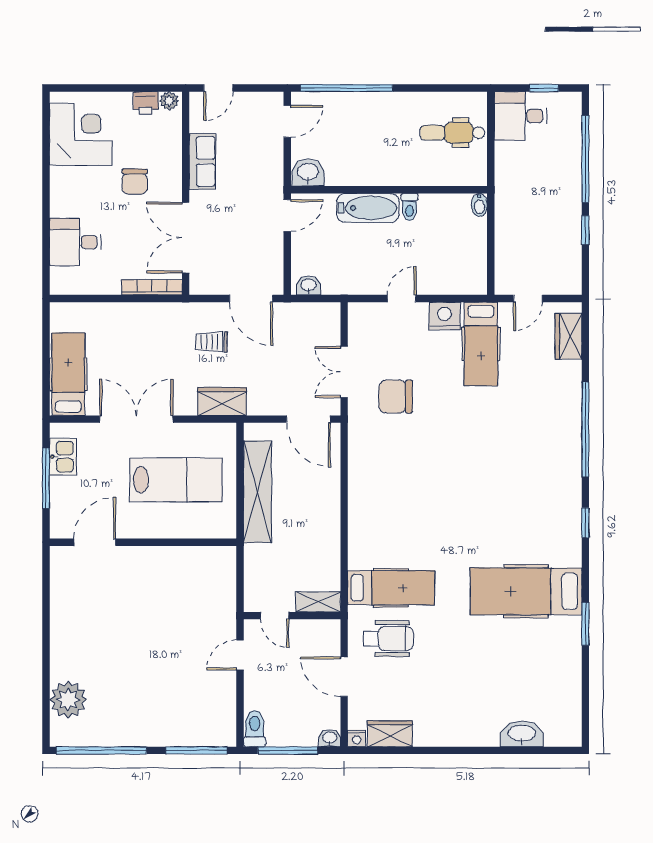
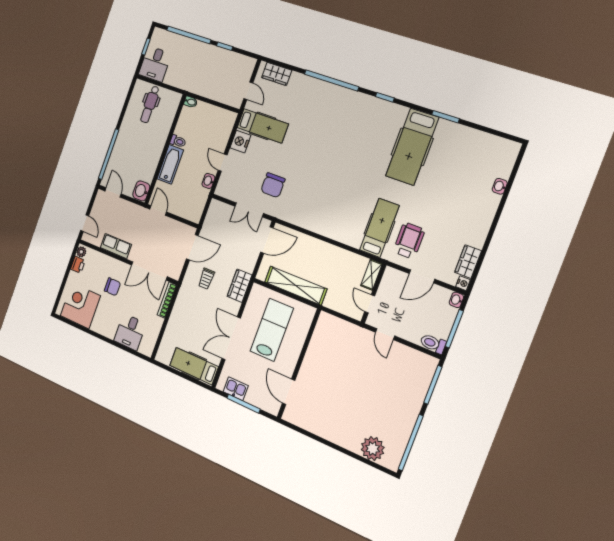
washbasin: (309, 285) -> (208, 181), moved
door: (275, 616) -> (370, 304), swing flipped
washbasin: (522, 734) -> (500, 186), width x0.52, depth x0.69

